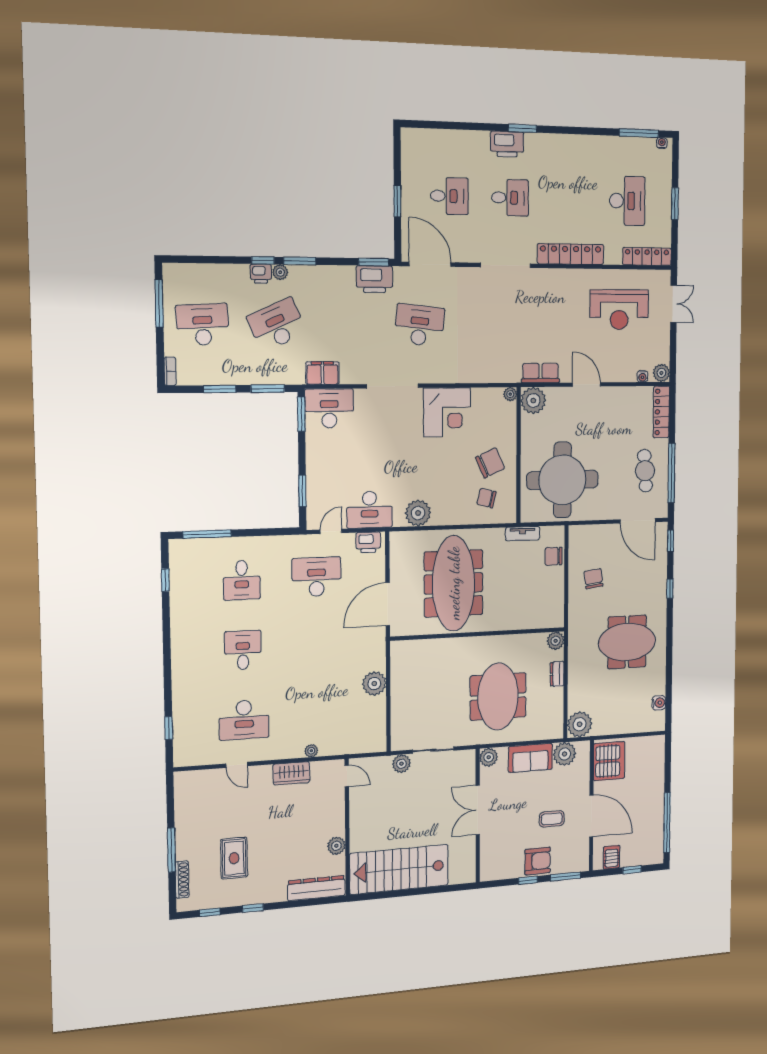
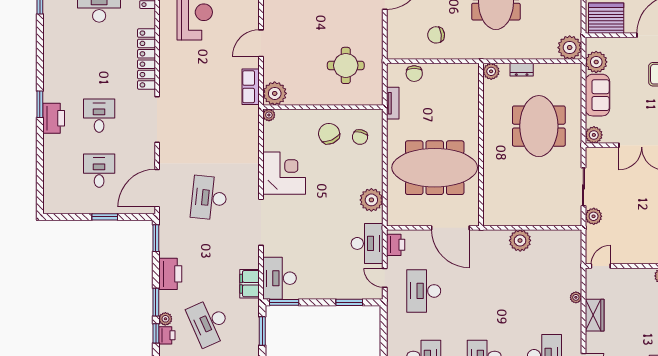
printer: (374, 279) -> (170, 274), moved
round table: (562, 480) -> (346, 65), width x0.54, depth x0.54
meeting table: (498, 696) -> (539, 126), turned 90

